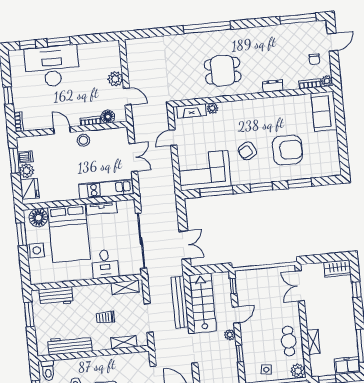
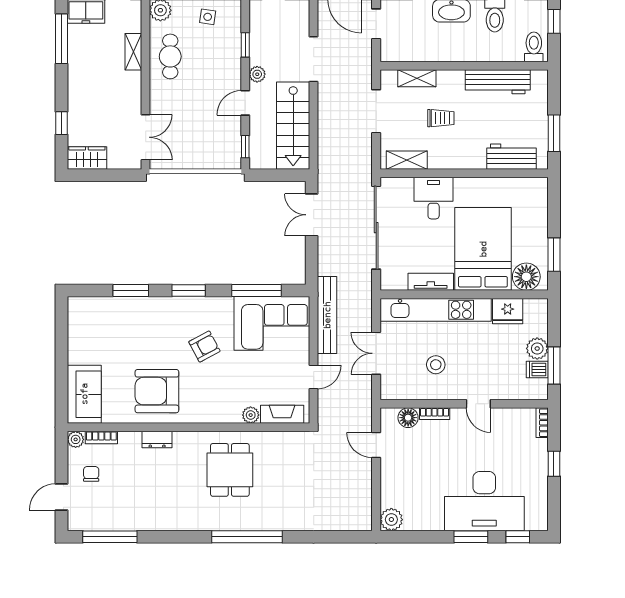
dining table: (223, 71) -> (230, 470), turned 90
plant: (115, 79) -> (391, 520), moved
stool: (83, 140) -> (436, 365), moved
armchair: (287, 150) -> (157, 391), moved
fridge: (30, 189) -> (508, 311), moved, turned -90
kitchen unit: (106, 189) -> (436, 310), width x1.36
side table: (37, 250) -> (534, 228), removed
bench: (180, 302) -> (327, 315), moved

